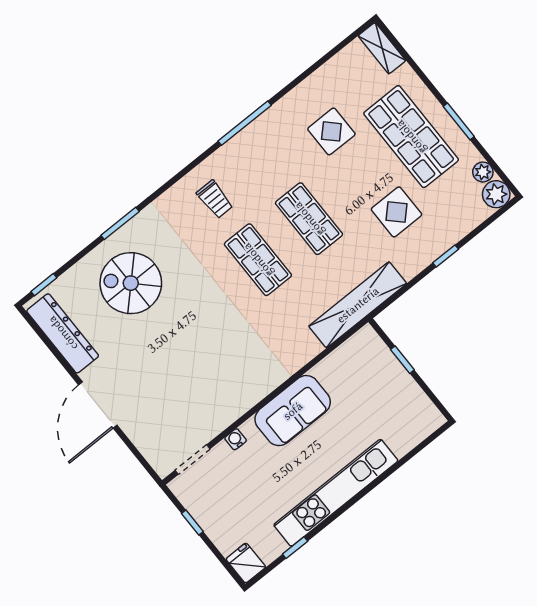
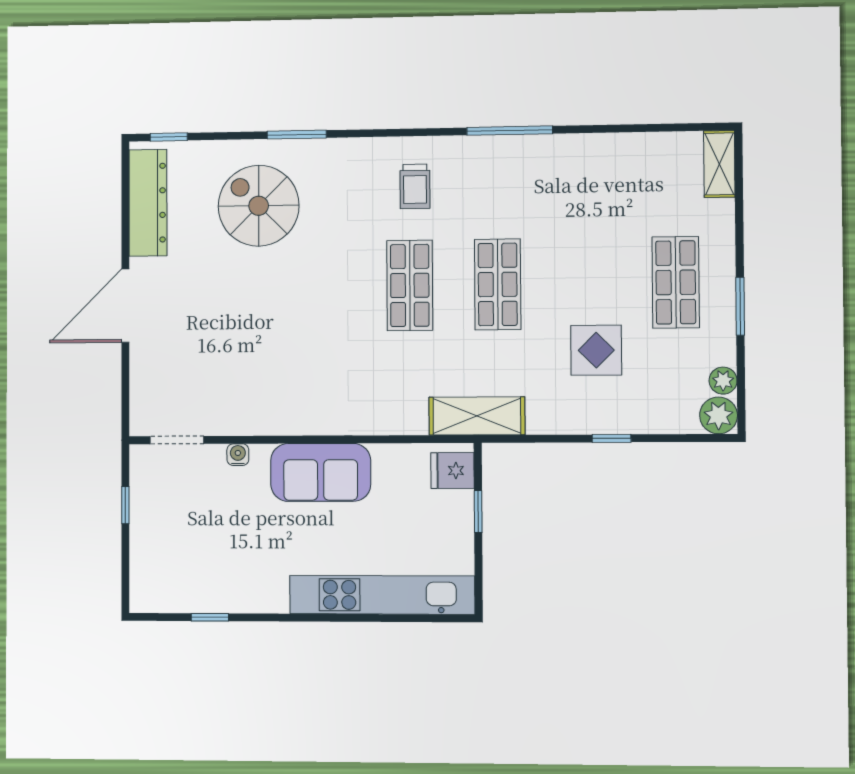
display table: (331, 131) -> (595, 211), removed
shop shelf: (411, 137) -> (676, 282), width x0.70, depth x0.74
shelving: (358, 305) -> (477, 416), width x0.68
kitchen unit: (336, 493) -> (382, 595), moved
fridge: (246, 563) -> (452, 471), moved, turned -90

